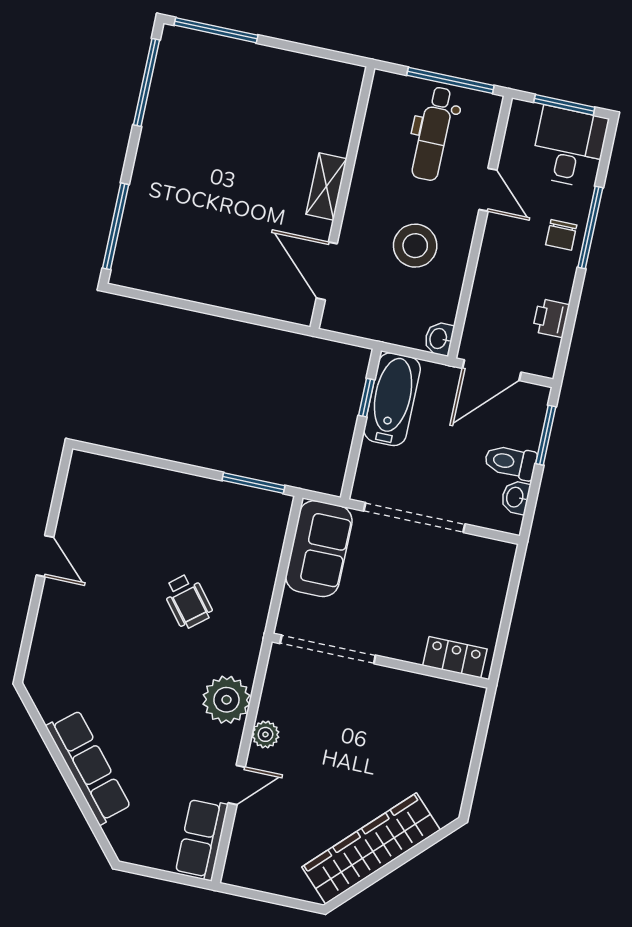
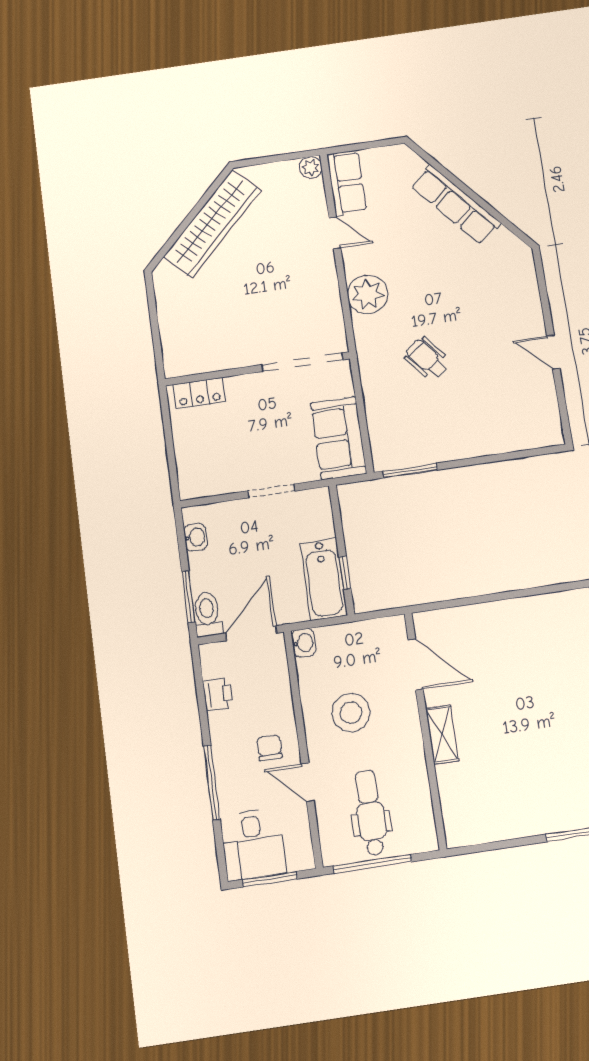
chair: (561, 235) -> (269, 748), moved
toilet: (510, 462) -> (207, 614), moved, turned -90
doorway: (414, 517) -> (271, 491), width x0.53
plant: (265, 734) -> (311, 168), moved
door: (237, 785) -> (335, 233), swing flipped

